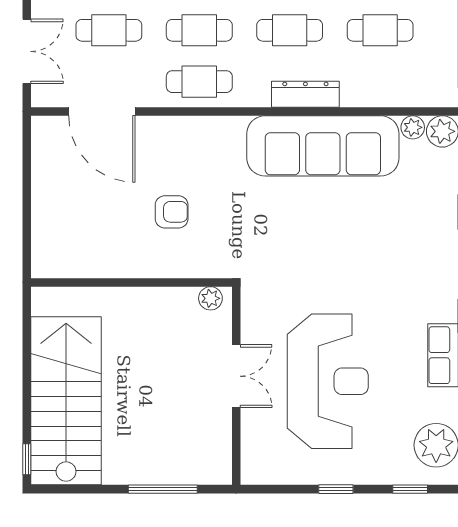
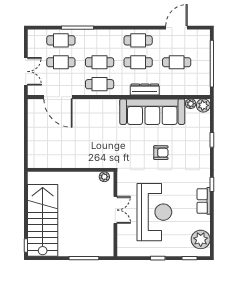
armchair: (172, 212) -> (161, 153), moved

